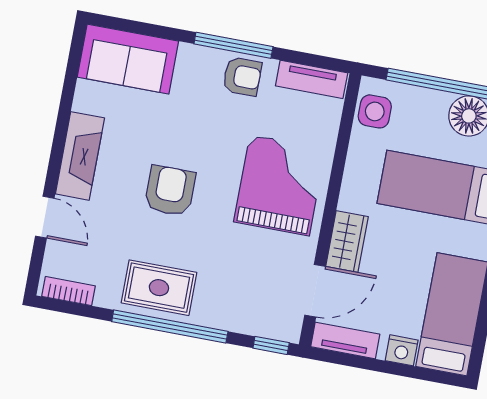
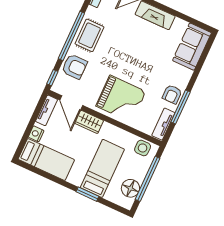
window: (233, 45) -> (181, 107), moved
armchair: (170, 191) -> (74, 67), moved

